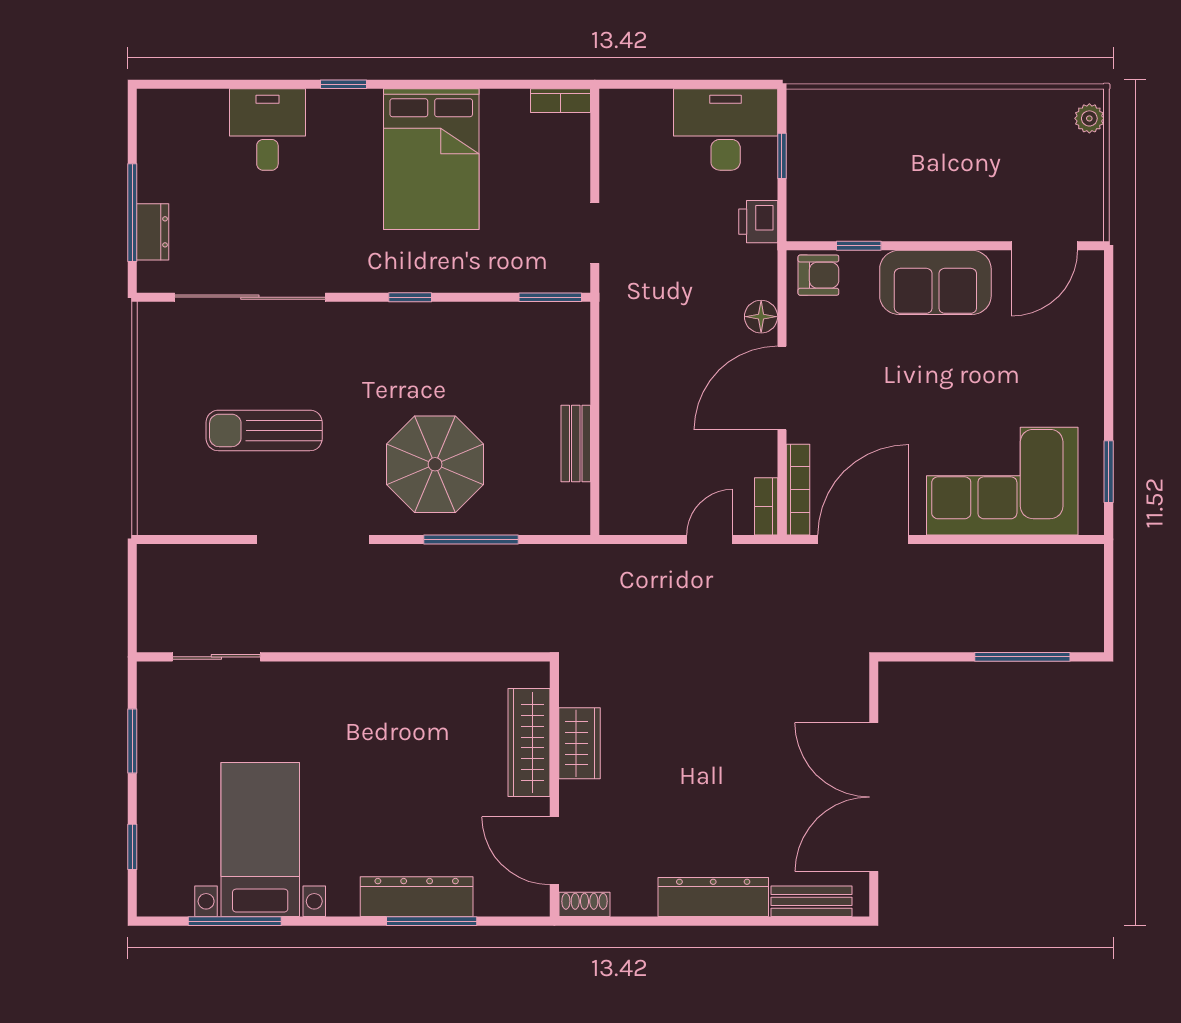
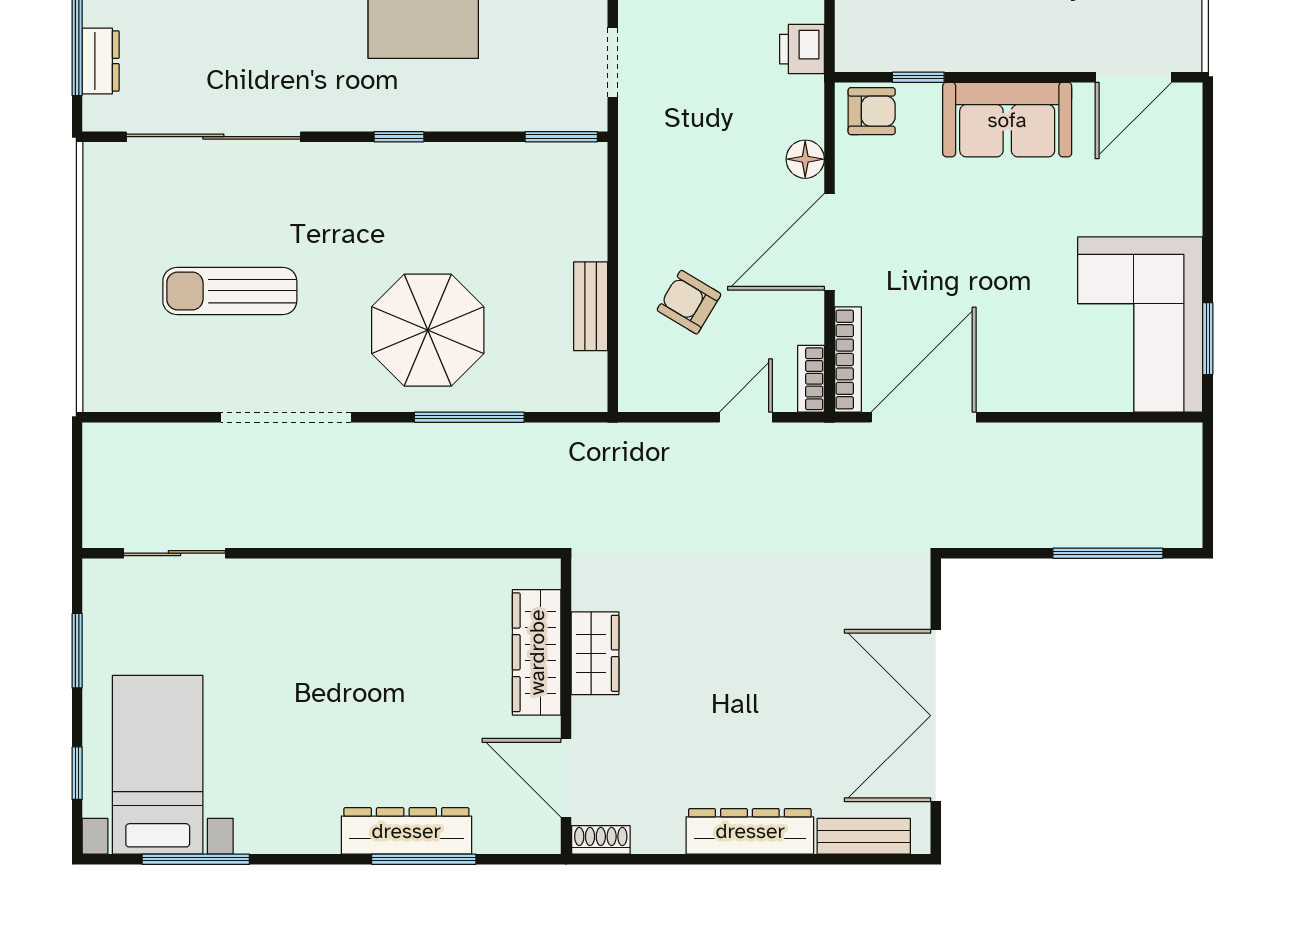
armchair: (661, 440) -> (689, 302), added
corner sofa: (1002, 481) -> (1140, 325), moved, turned -90
bed with nightstands: (260, 840) -> (158, 765), moved

